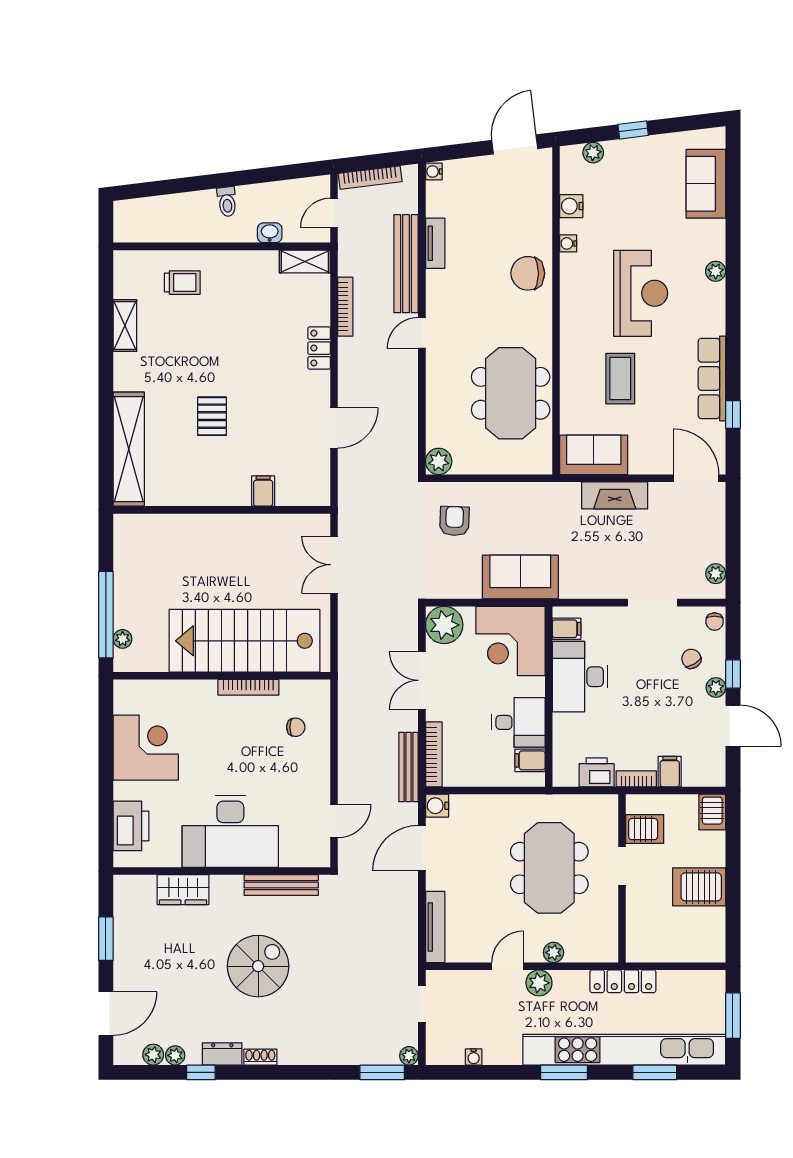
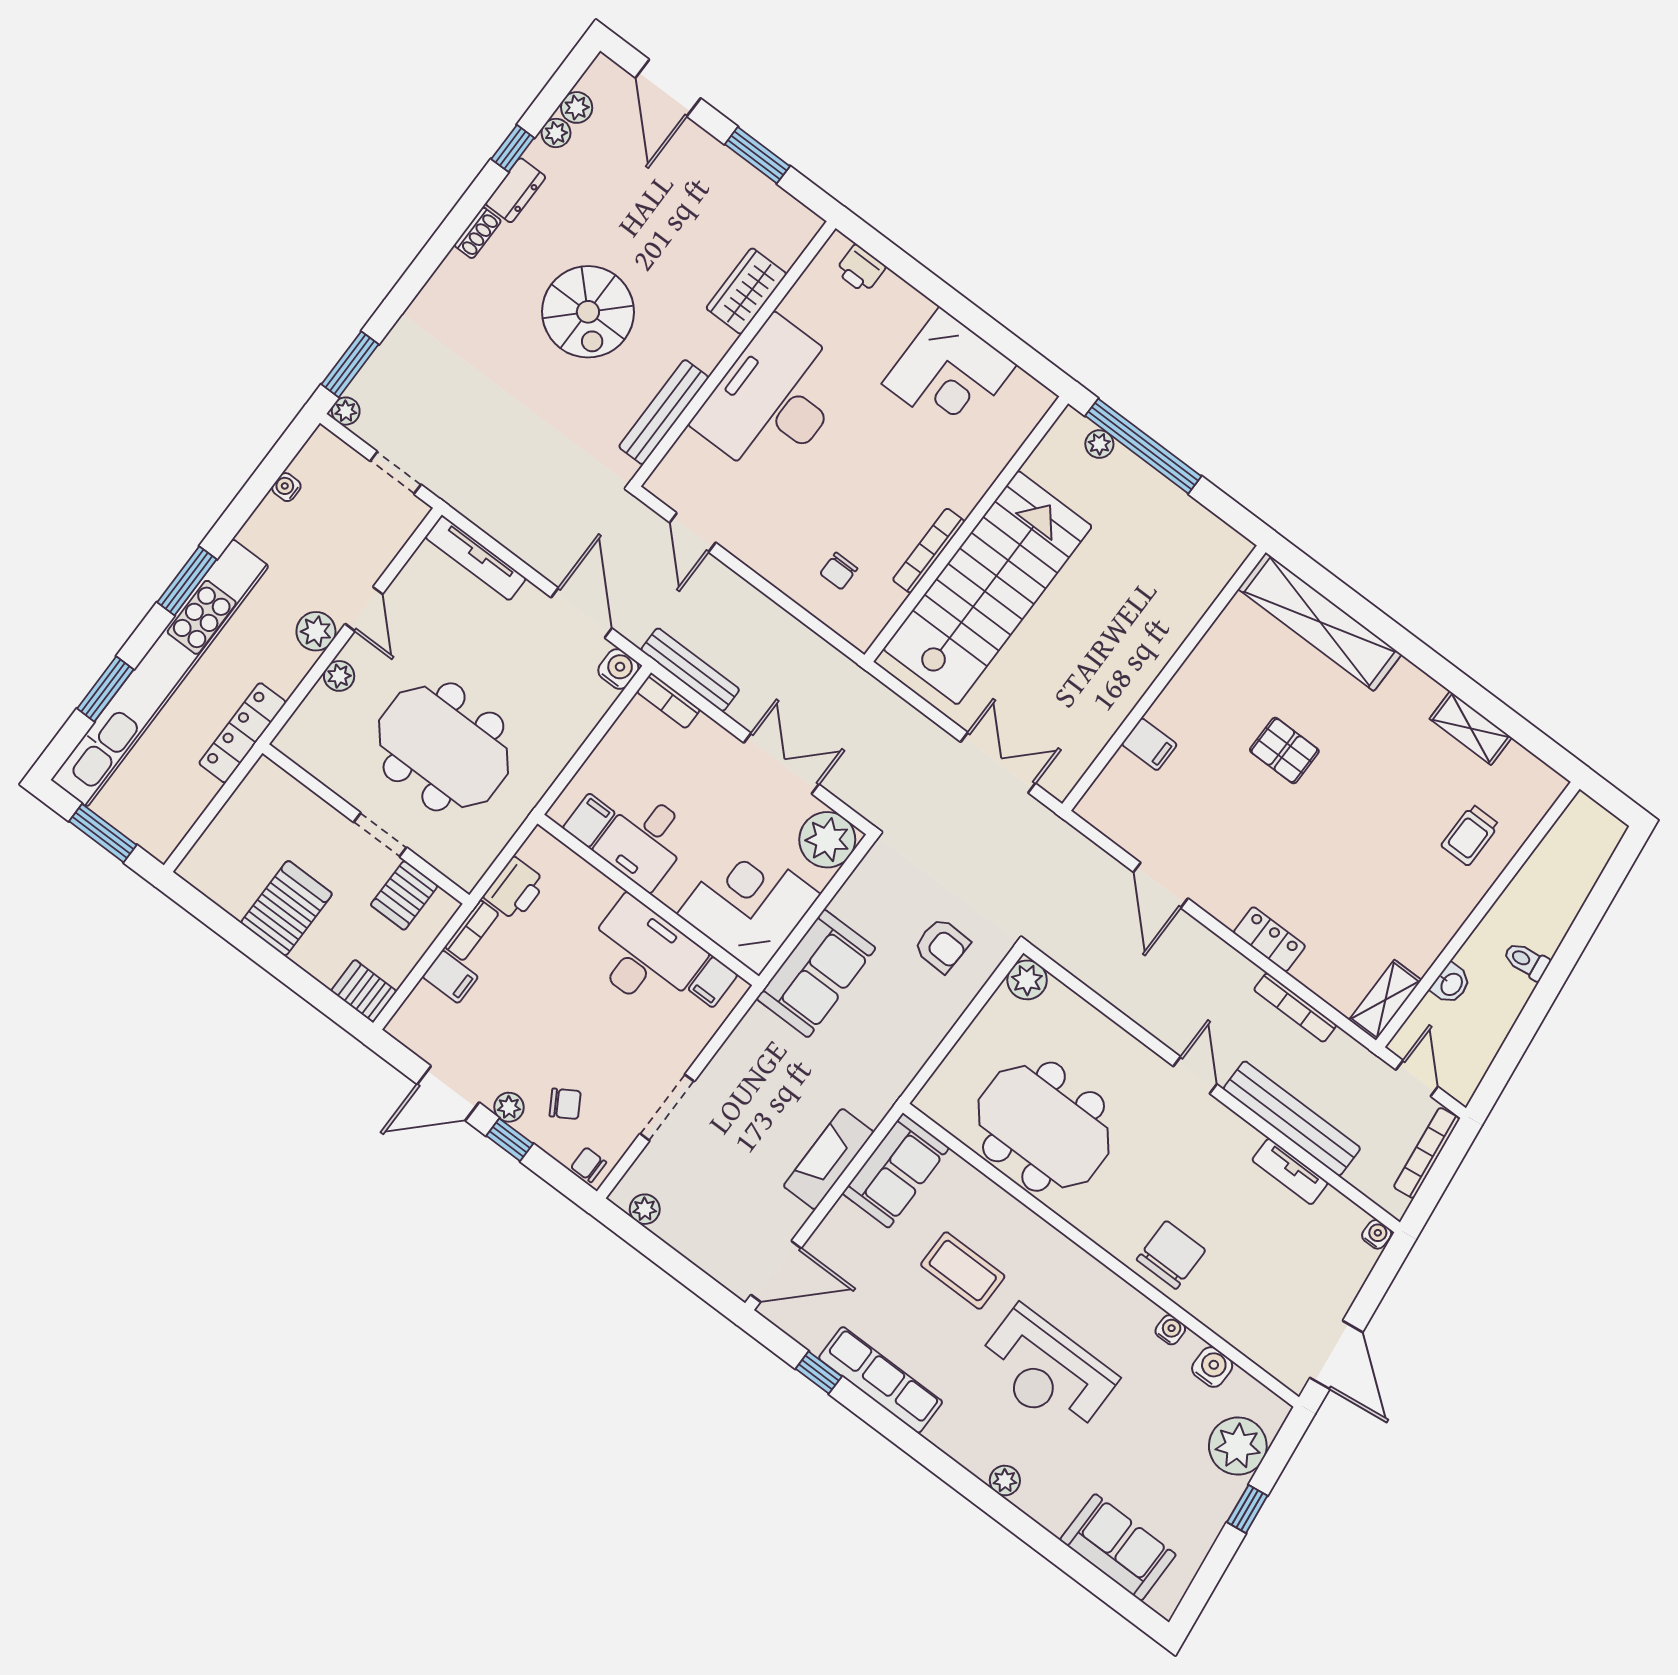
plant: (593, 153) -> (1238, 1446), width x1.88, depth x1.88
bookcase: (434, 754) -> (668, 701), width x0.64
printer: (131, 826) -> (860, 269), width x0.53, depth x0.68

